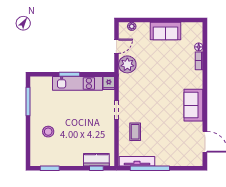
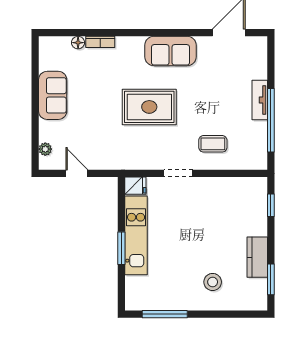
plant: (127, 64) -> (106, 156), removed
rug: (158, 92) -> (149, 107), added
kitchen counter: (96, 160) -> (257, 257), moved
tv unit: (137, 161) -> (260, 100), moved, width x0.71

